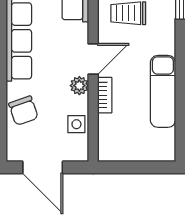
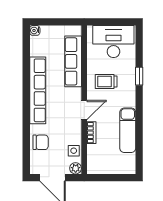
plant: (79, 86) -> (76, 168), moved
chair: (23, 111) -> (41, 142), turned -71

